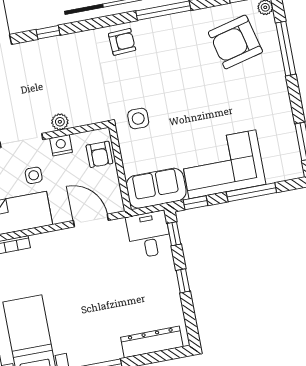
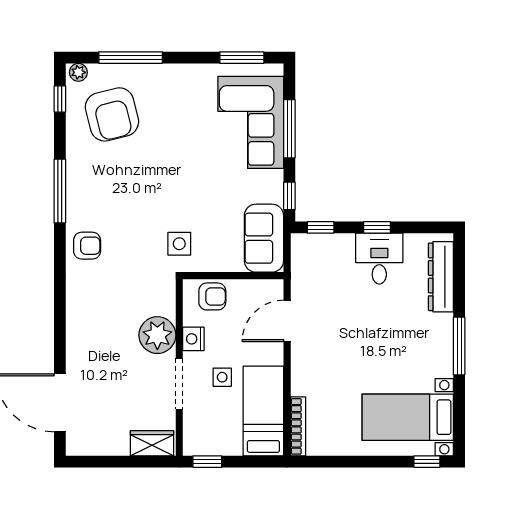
window: (48, 32) -> (60, 329), removed
armchair: (122, 42) -> (87, 246), turned 93
plant: (60, 122) -> (157, 335), width x1.88, depth x1.88
corner sofa: (222, 164) -> (251, 122), moved
desk: (149, 235) -> (379, 259), moved, turned 90

